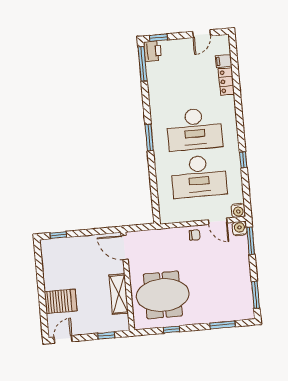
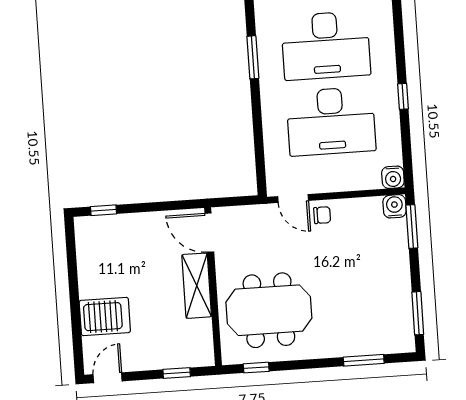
door: (218, 221) -> (293, 198), moved
shelving: (119, 294) -> (197, 286), moved
window: (172, 330) -> (256, 368), moved

